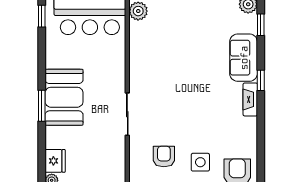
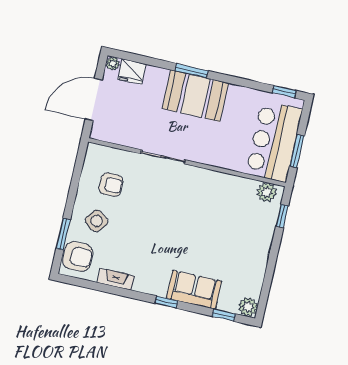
fireplace: (250, 99) -> (116, 279), moved
side table: (200, 162) -> (97, 221), turned 37

